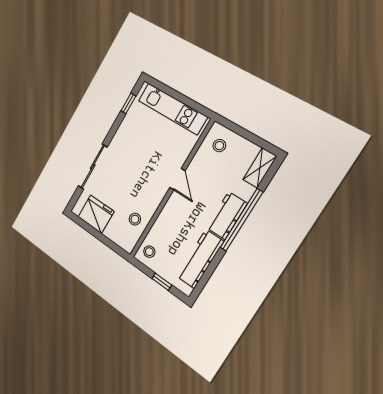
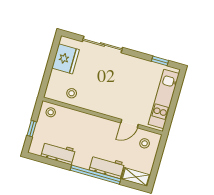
door: (177, 179) -> (129, 124), moved
workbench: (227, 216) -> (107, 166), moved
workbench: (200, 259) -> (58, 153), width x0.73

